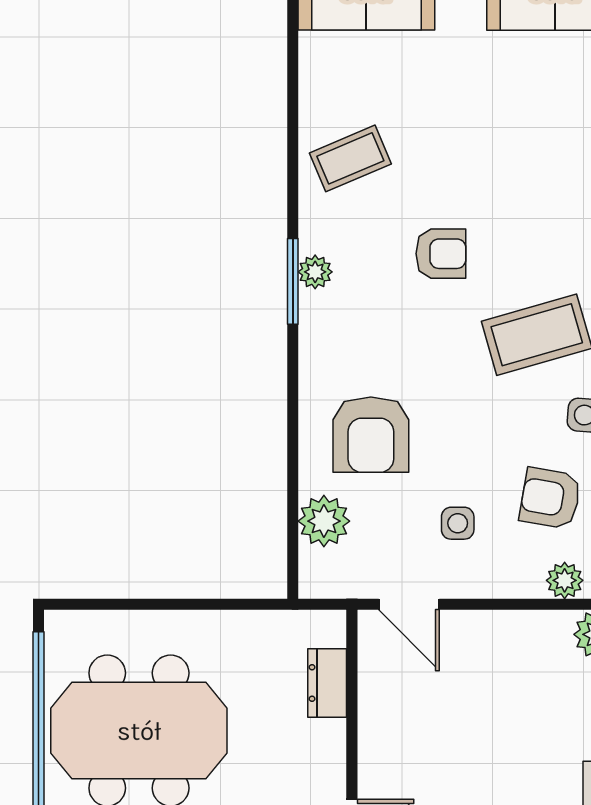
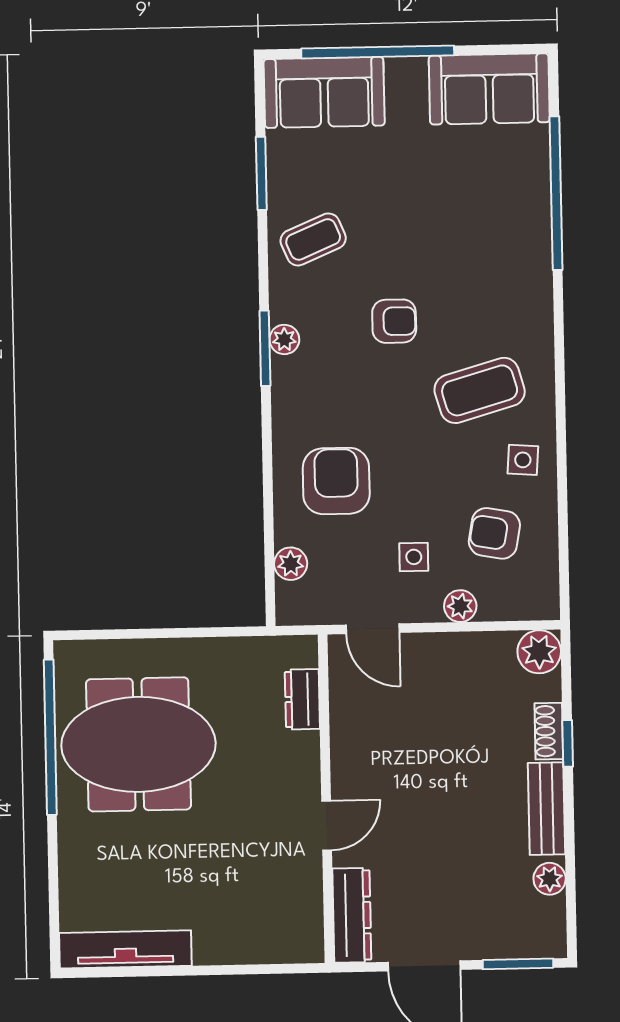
window: (293, 82) -> (261, 173), added
armchair: (371, 435) -> (336, 481), turned 180
plant: (324, 521) -> (291, 564), width x0.73, depth x0.73
plant: (565, 580) -> (460, 606), moved

